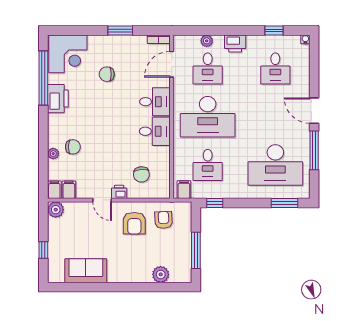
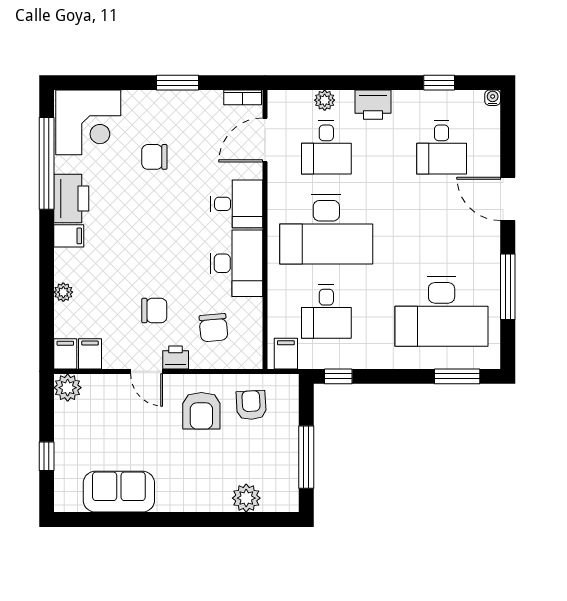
door: (314, 111) -> (508, 199), moved
filing cabinet: (56, 121) -> (69, 236), added
desk: (155, 131) -> (236, 263), width x1.37
chair: (73, 147) -> (154, 311), moved

